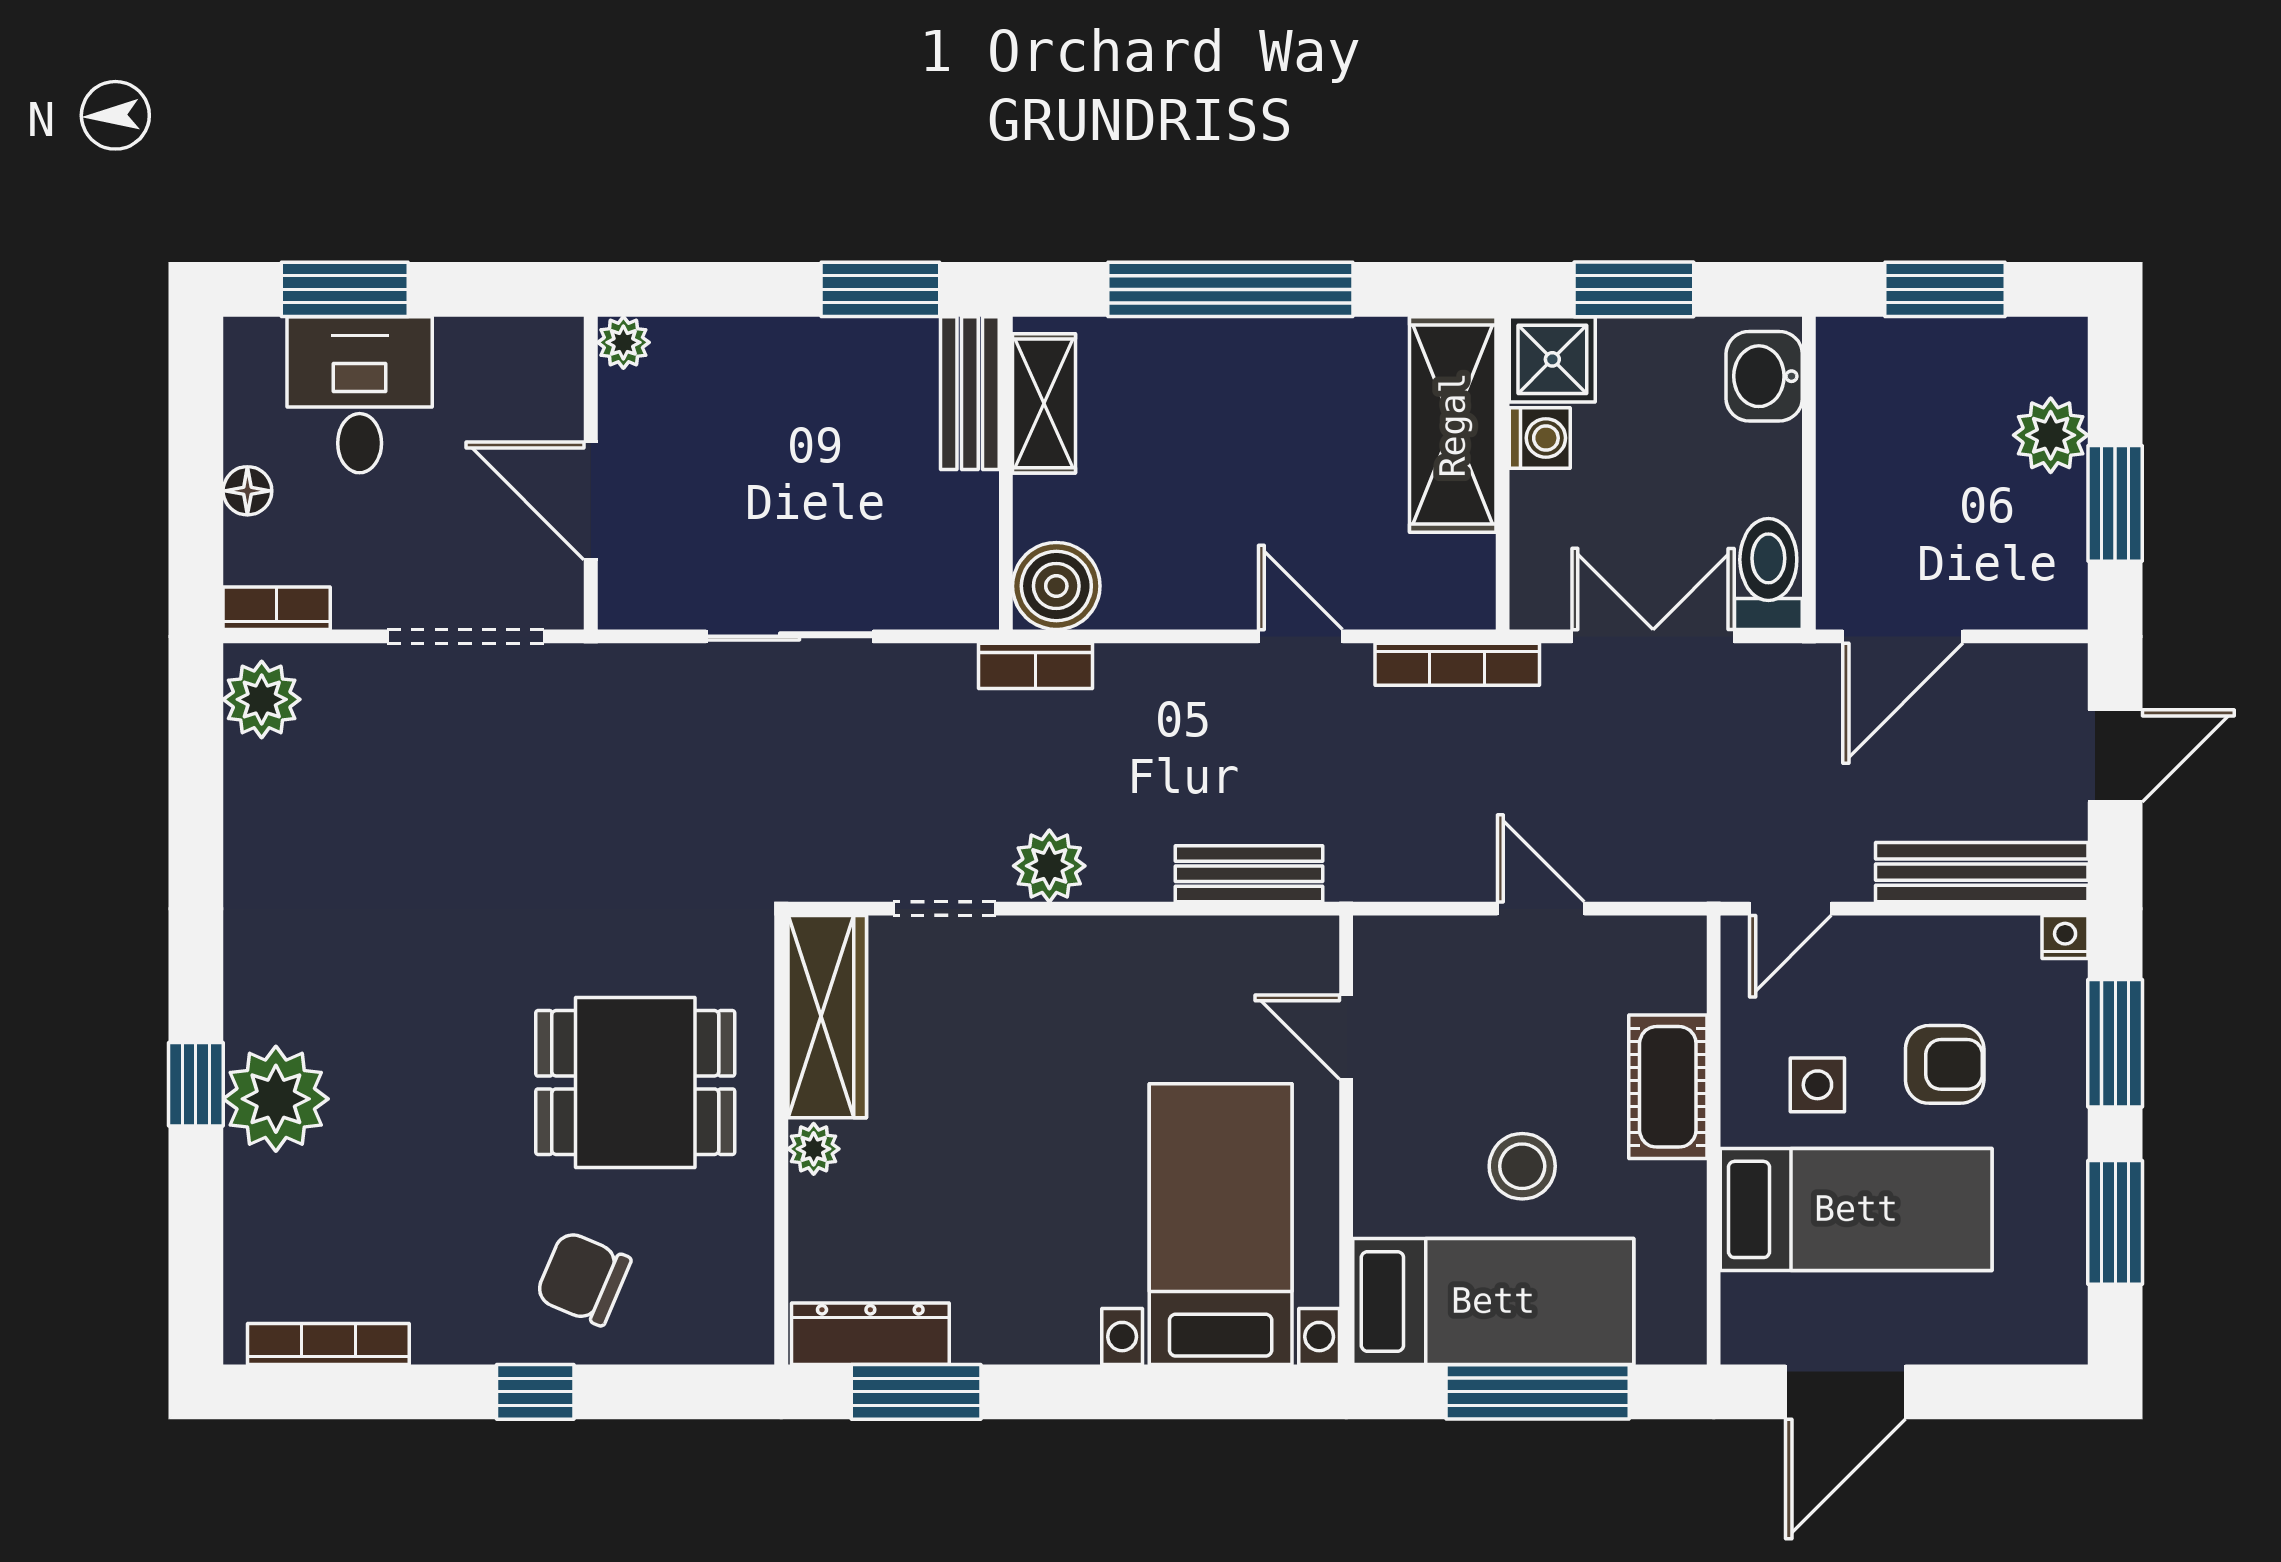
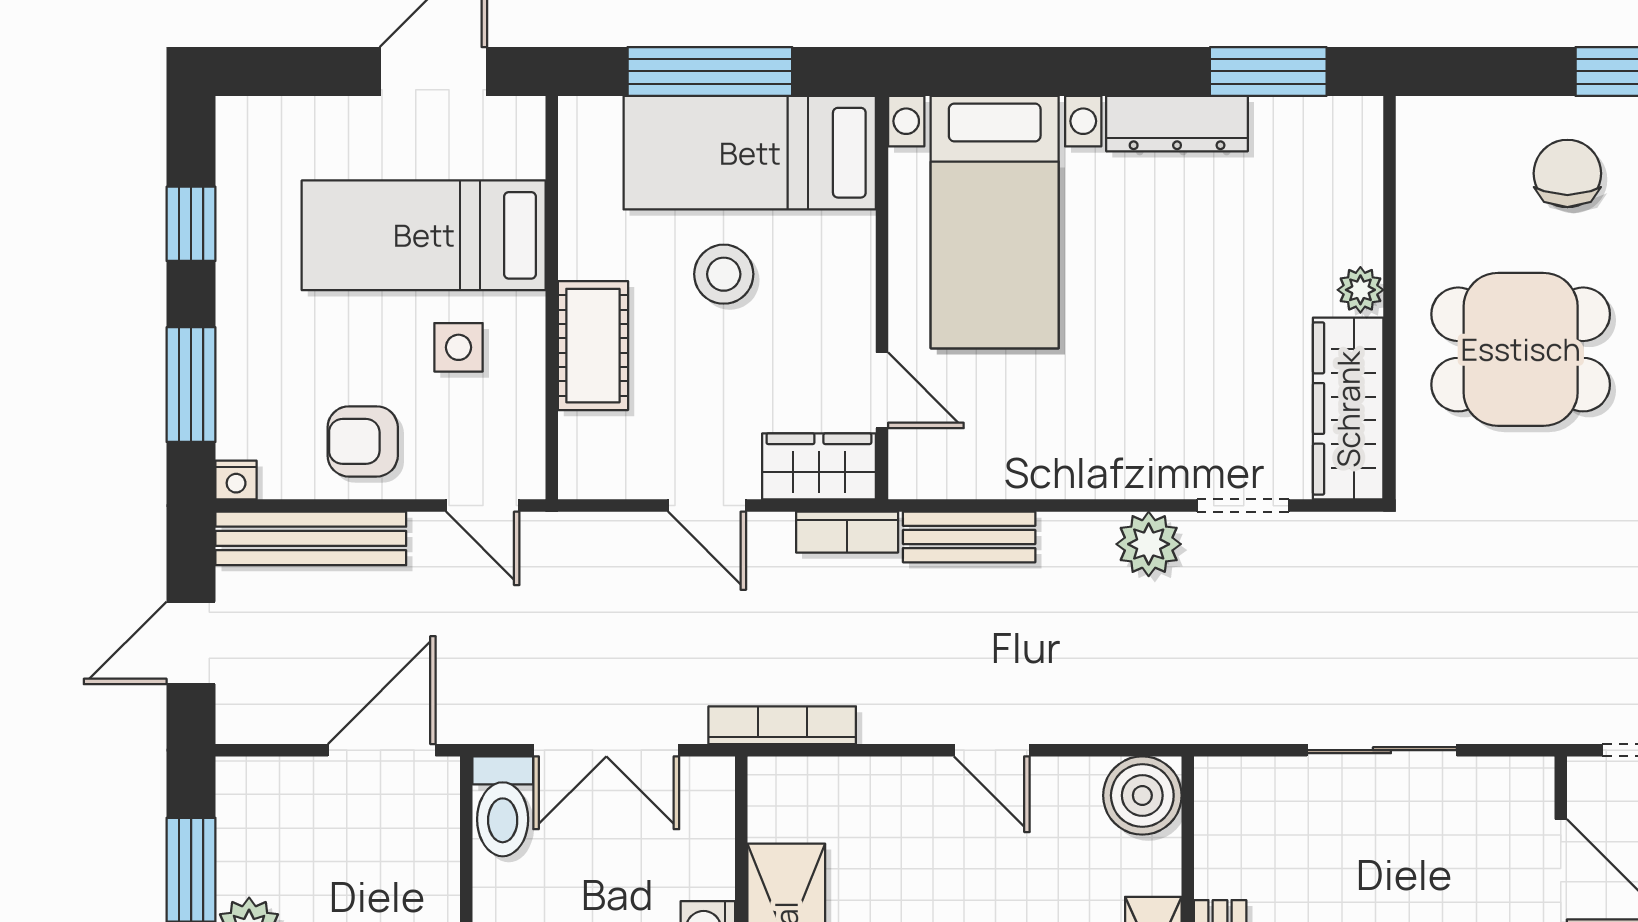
door: (1301, 636) -> (992, 750), moved
bookcase: (1036, 666) -> (847, 532), moved, turned 180
door: (1790, 909) -> (483, 506), swing flipped
wardrobe: (1416, 952) -> (819, 466), added
armchair: (1945, 1064) -> (363, 441), moved
window: (2115, 1222) -> (191, 224), width x0.67
chair: (583, 1278) -> (1567, 173), turned -113
dresser: (870, 1334) -> (1177, 124), moved

